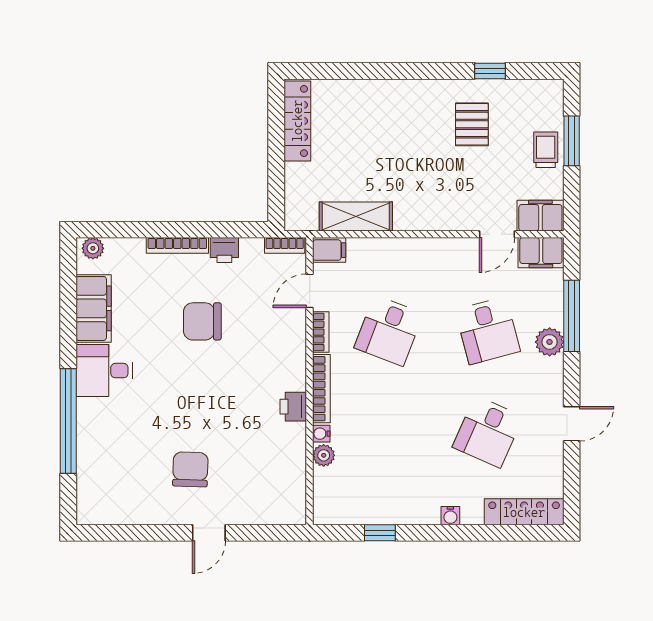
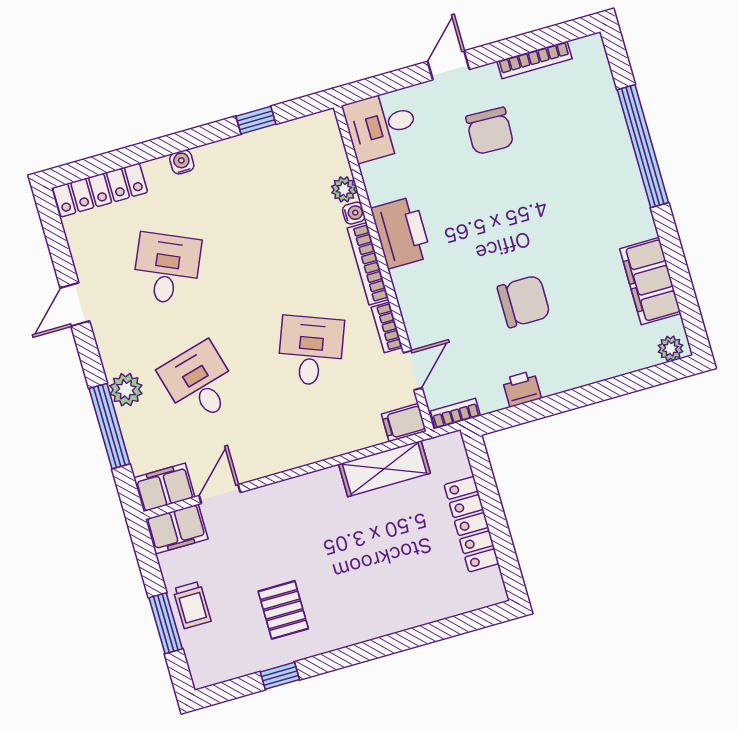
locker: (297, 121) -> (471, 524), moved
bookcase: (177, 245) -> (534, 60), moved, turned 180
desk: (104, 371) -> (381, 126), moved, turned 180
printer: (293, 407) -> (401, 233), width x1.87, depth x1.48

